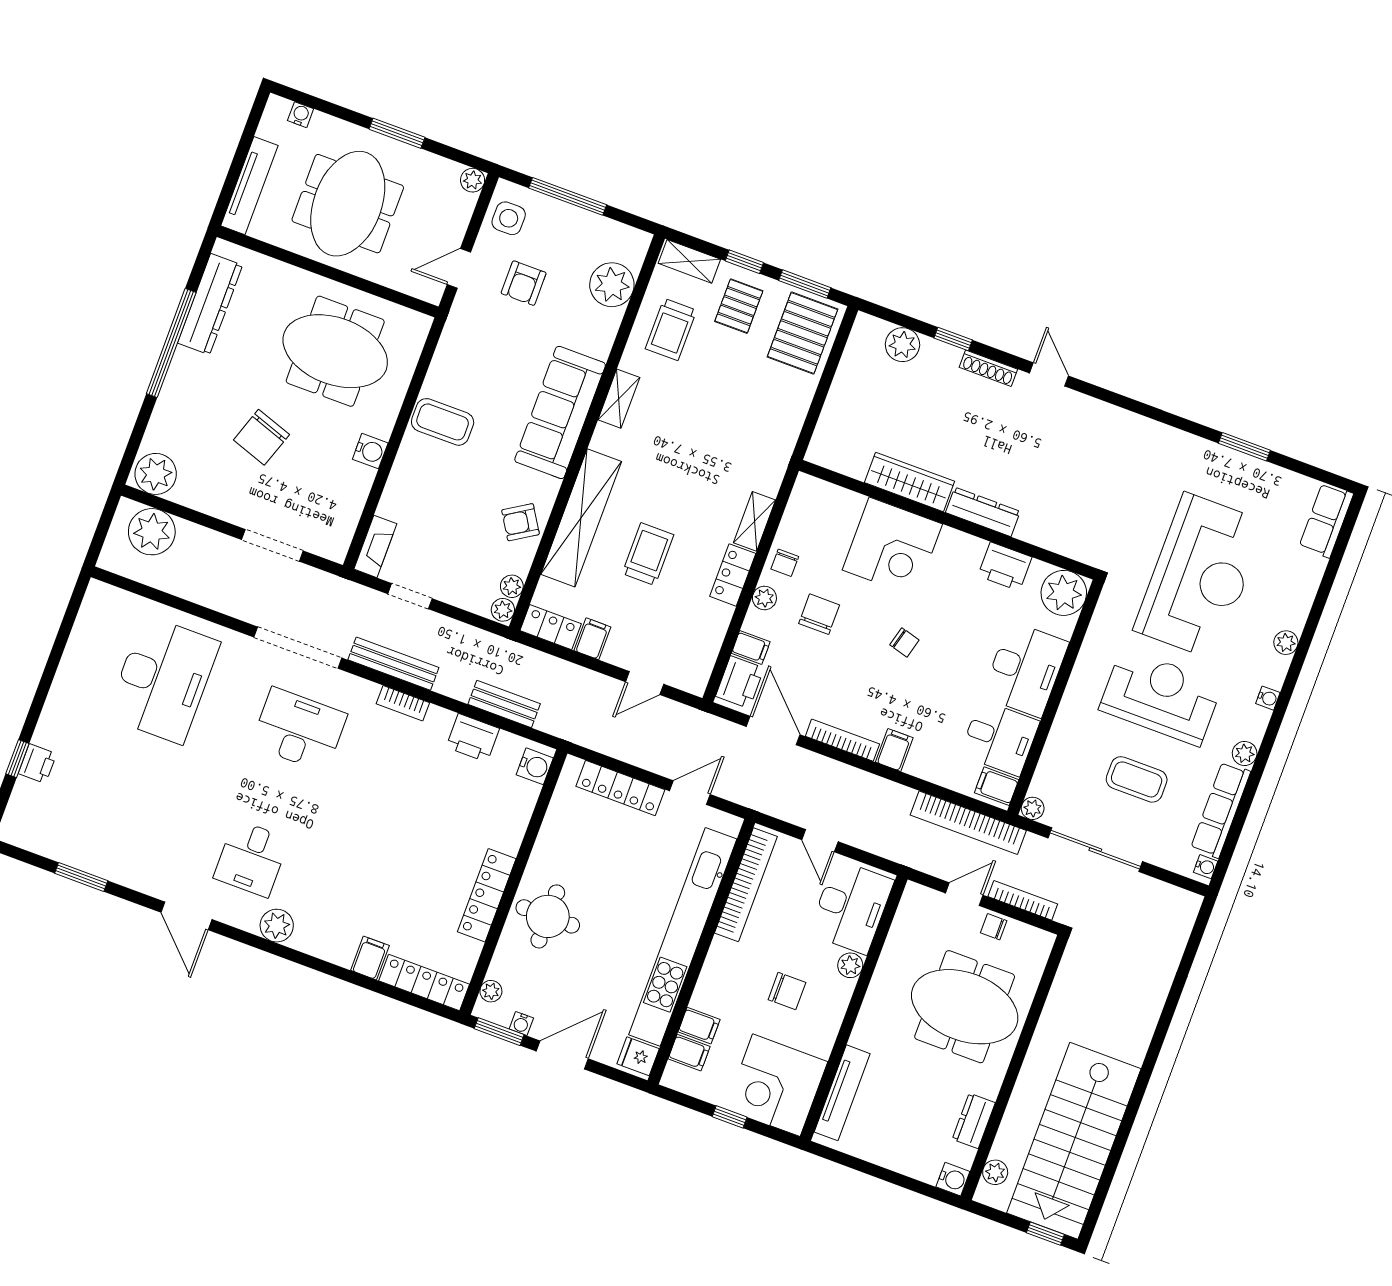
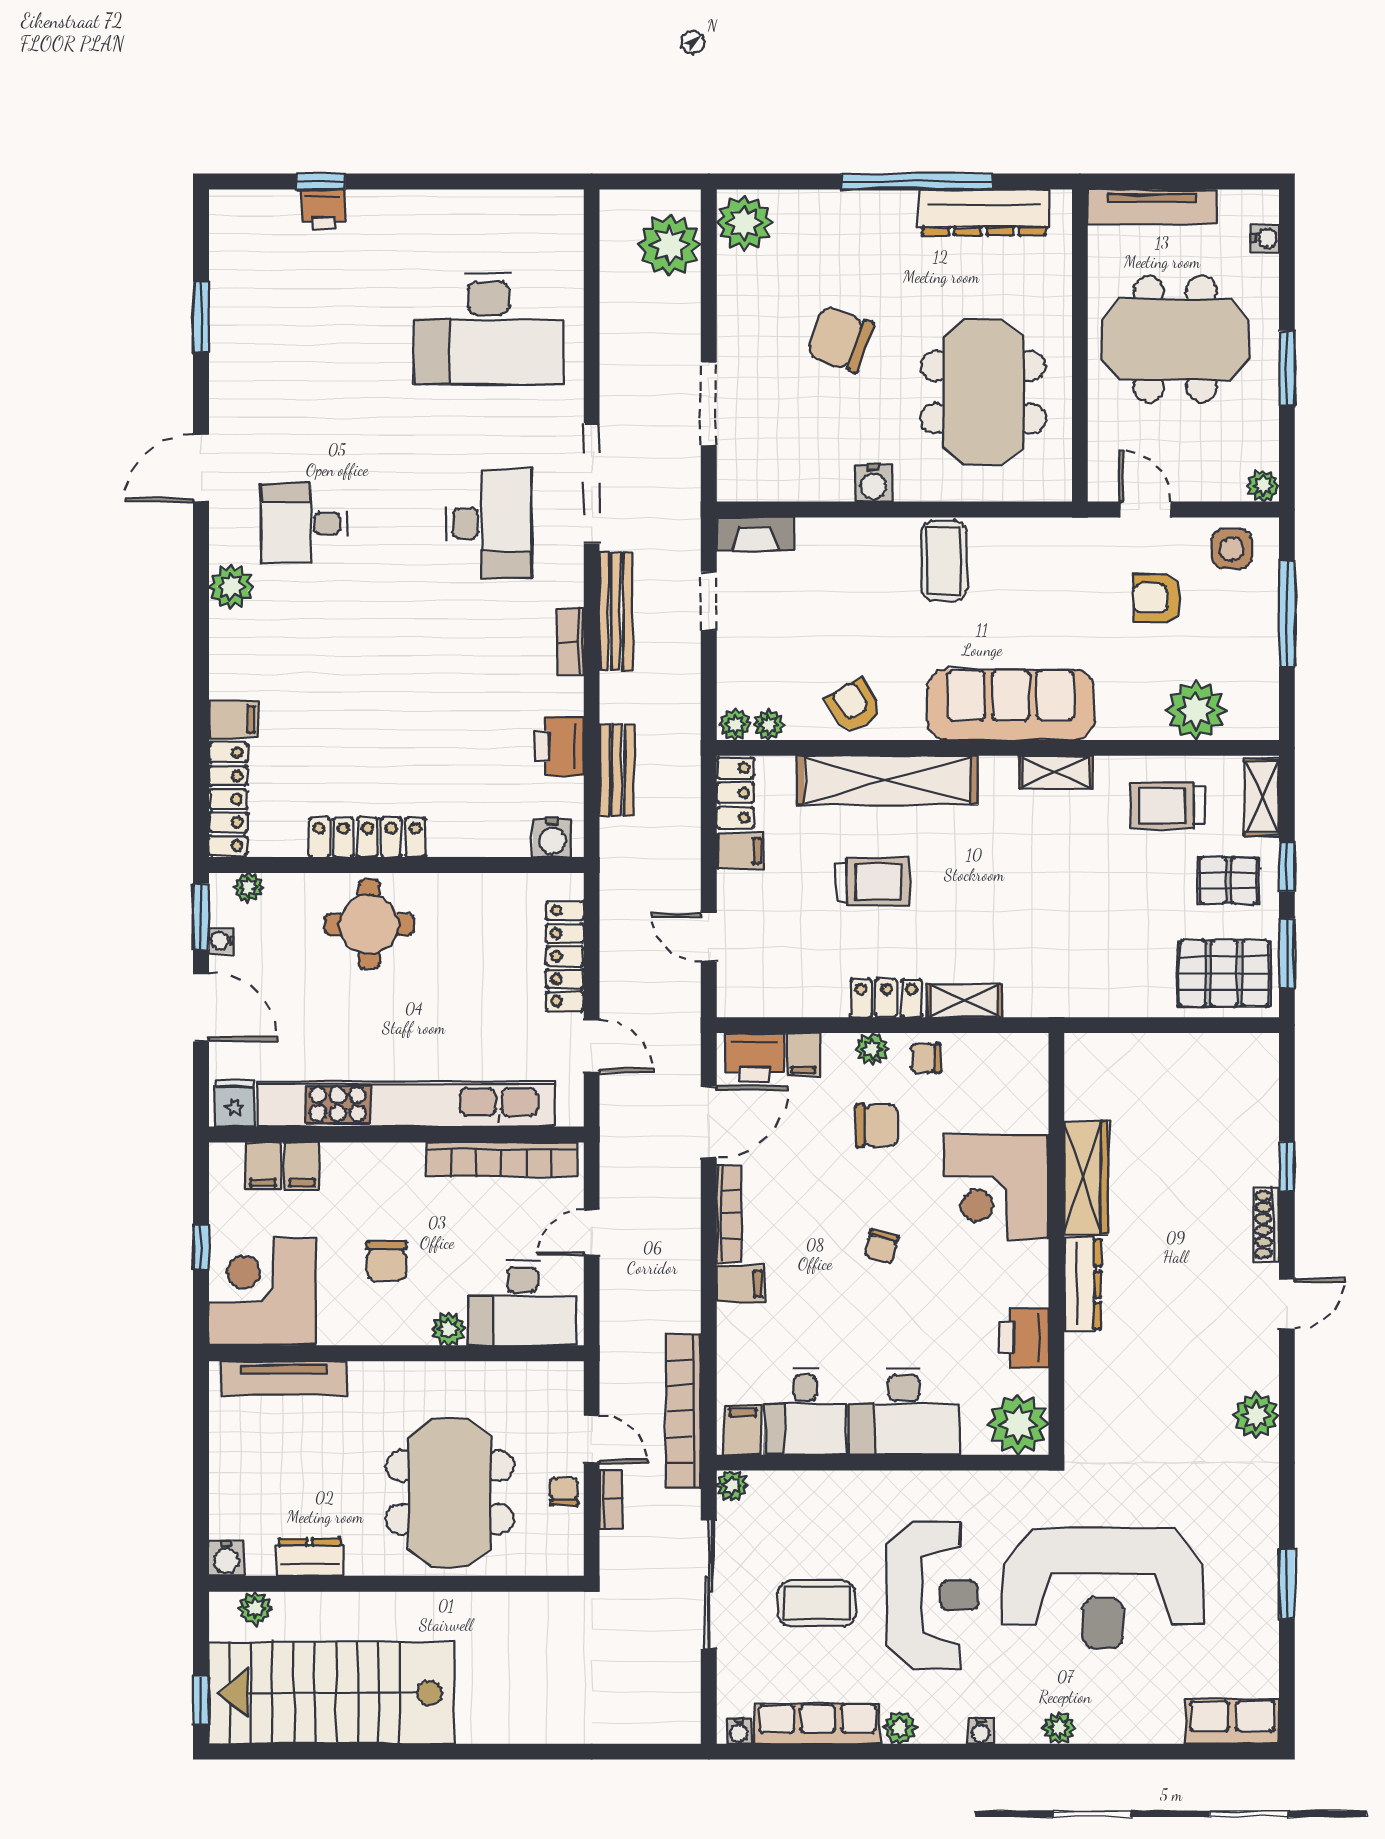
plant: (902, 345) -> (1256, 1415), moved
coffee table: (1137, 779) -> (817, 1603), turned 90
bookcase: (1023, 900) -> (611, 1500), width x0.64

